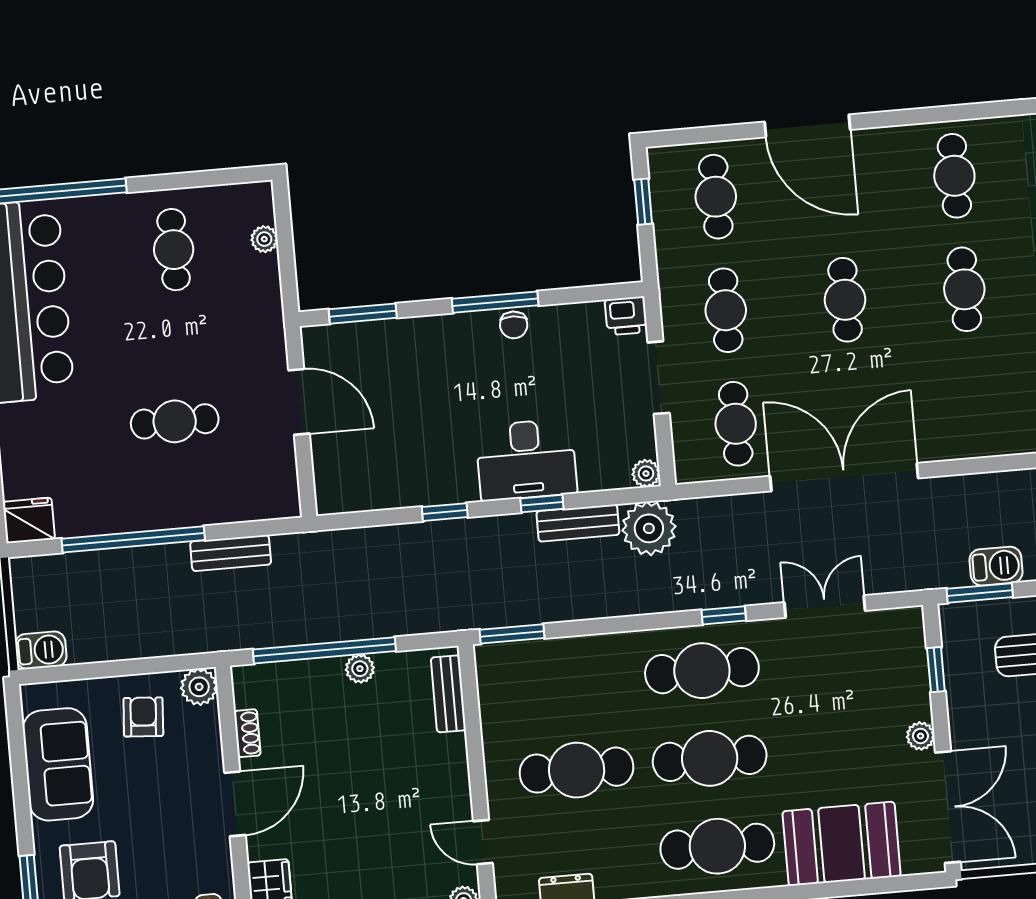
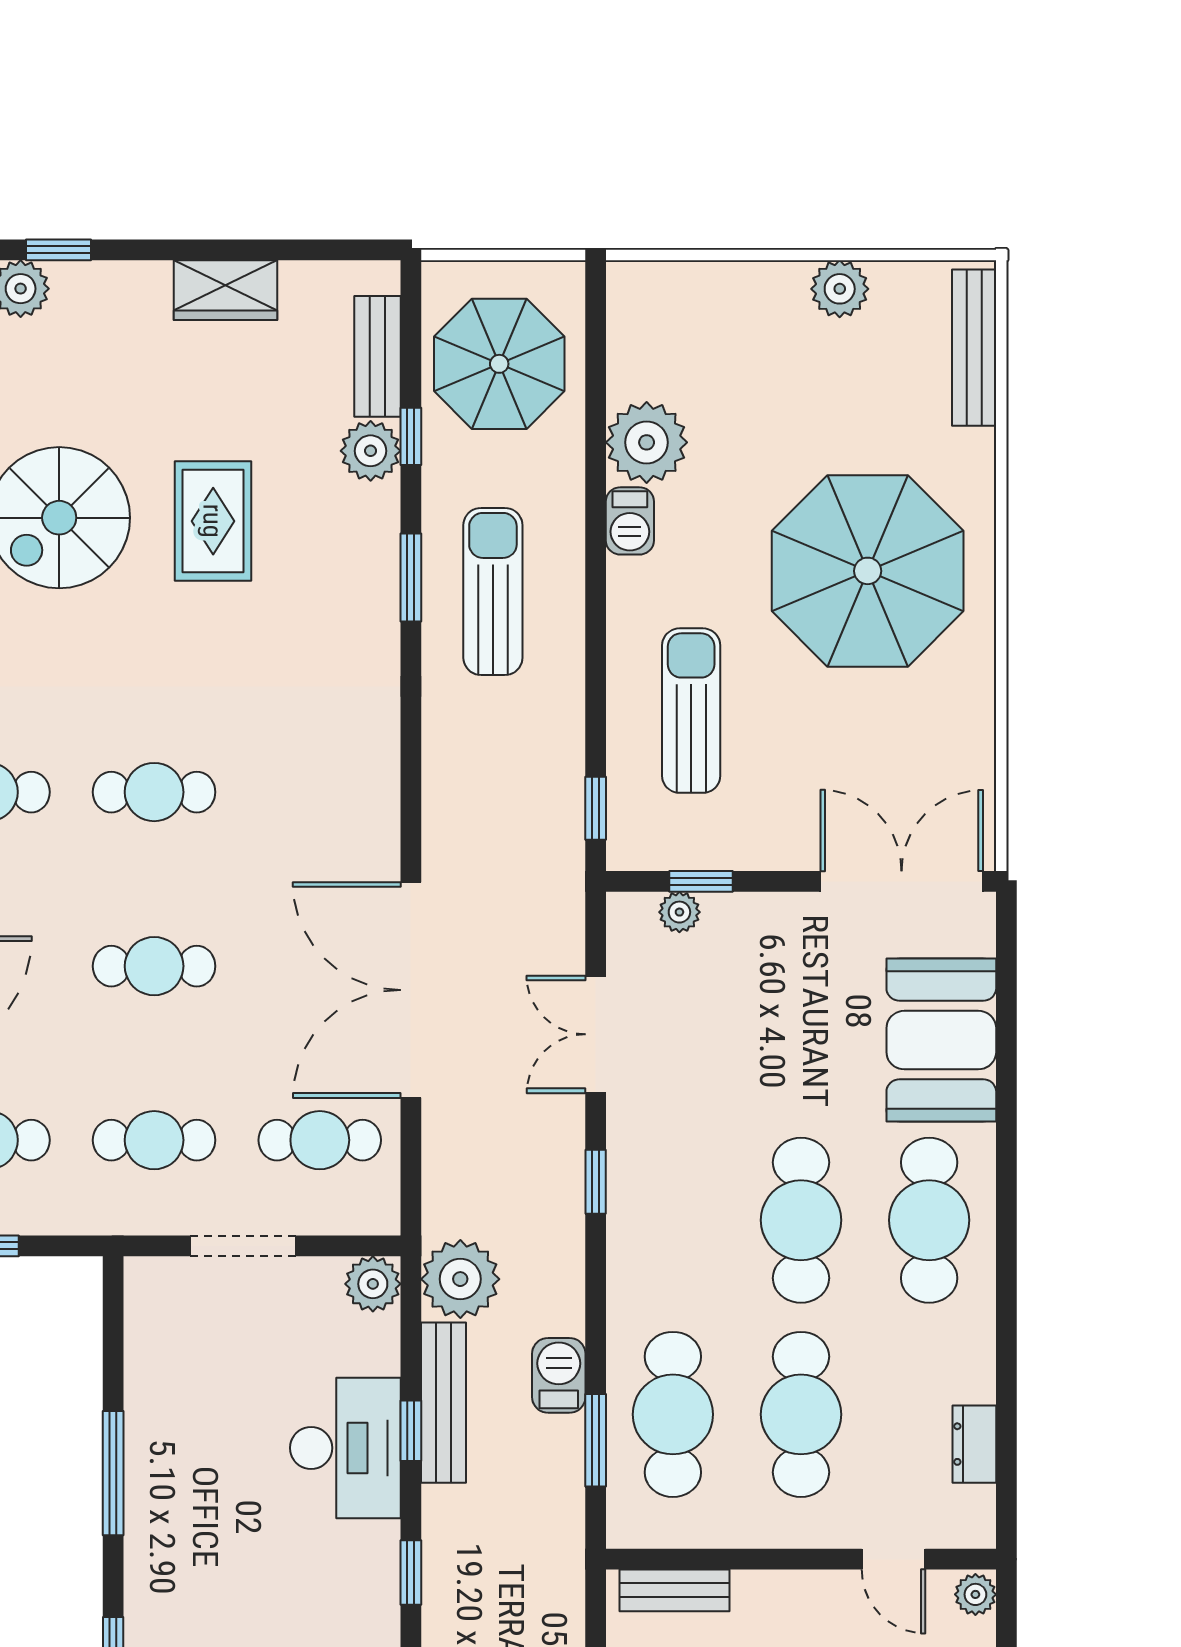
printer: (626, 316) -> (150, 1285), removed
chair: (514, 325) -> (149, 1449), removed
plant: (646, 473) -> (373, 1284), width x1.38, depth x1.38
bench: (578, 523) -> (444, 1403), width x1.36
barbecue: (996, 566) -> (559, 1375), moved
window: (980, 593) -> (596, 808), width x0.67
window: (512, 634) -> (596, 1440), moved
cafe table: (702, 671) -> (673, 1414), moved
plant: (920, 736) -> (679, 912), moved
door: (483, 842) -> (893, 1559), hinge flipped

